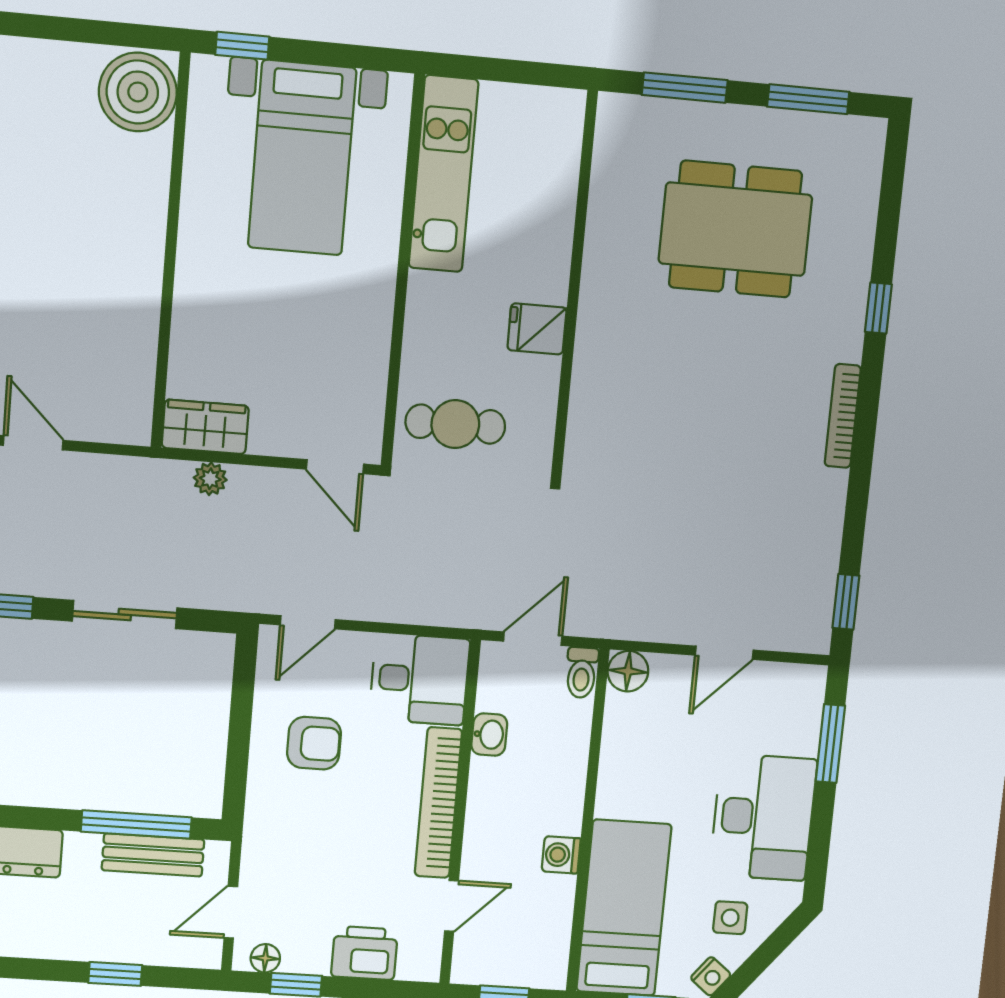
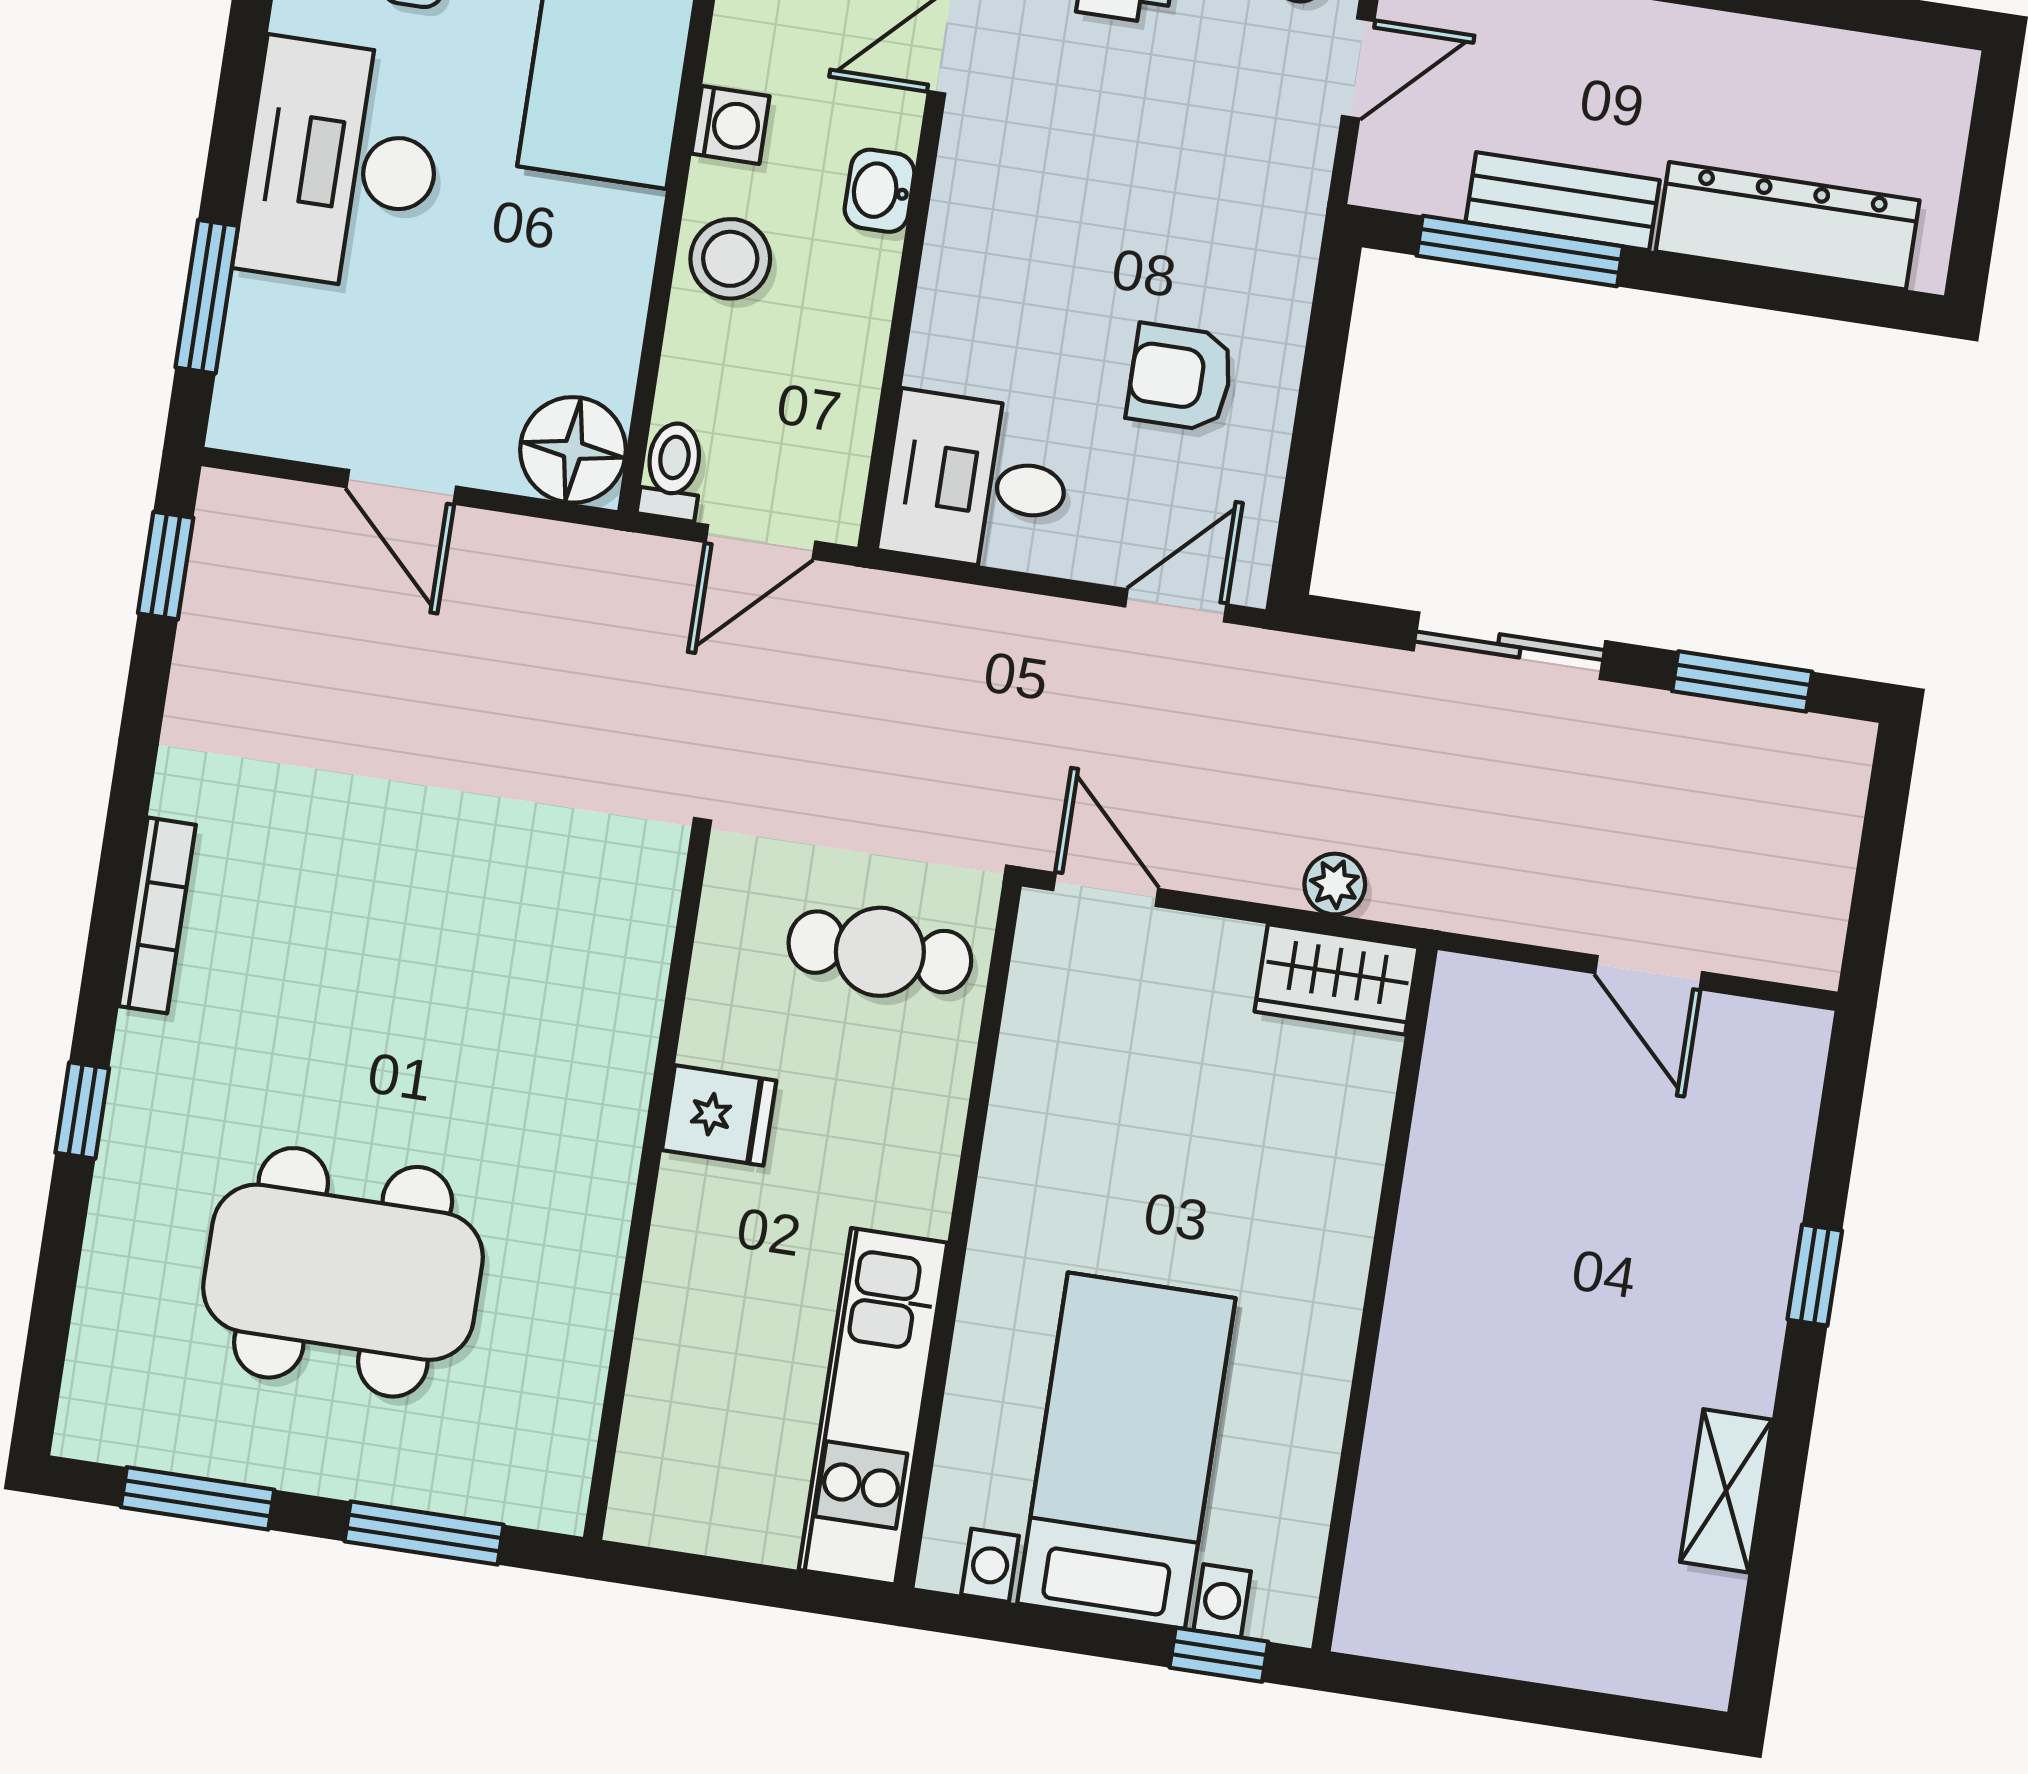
boiler: (138, 92) -> (1411, 1585), removed
door: (724, 653) -> (401, 487), swing flipped
floor lamp: (628, 671) -> (573, 450), width x1.38, depth x1.38
washbasin: (489, 735) -> (880, 191), moved
stool: (557, 786) -> (730, 259), added
bookcase: (438, 803) -> (956, 245), removed
bench: (153, 855) -> (1563, 201), moved

